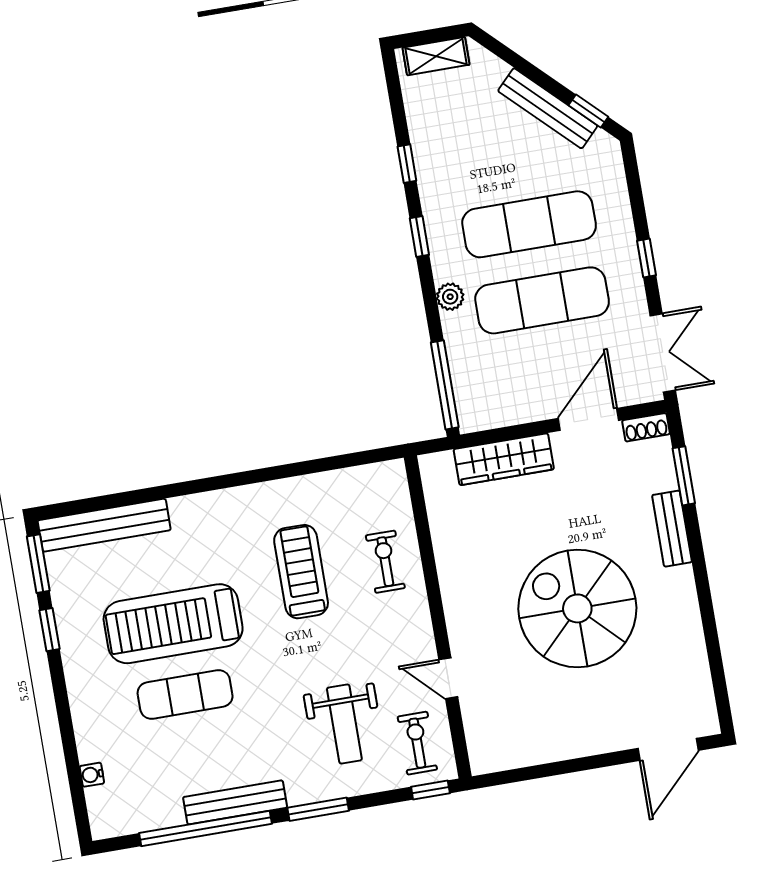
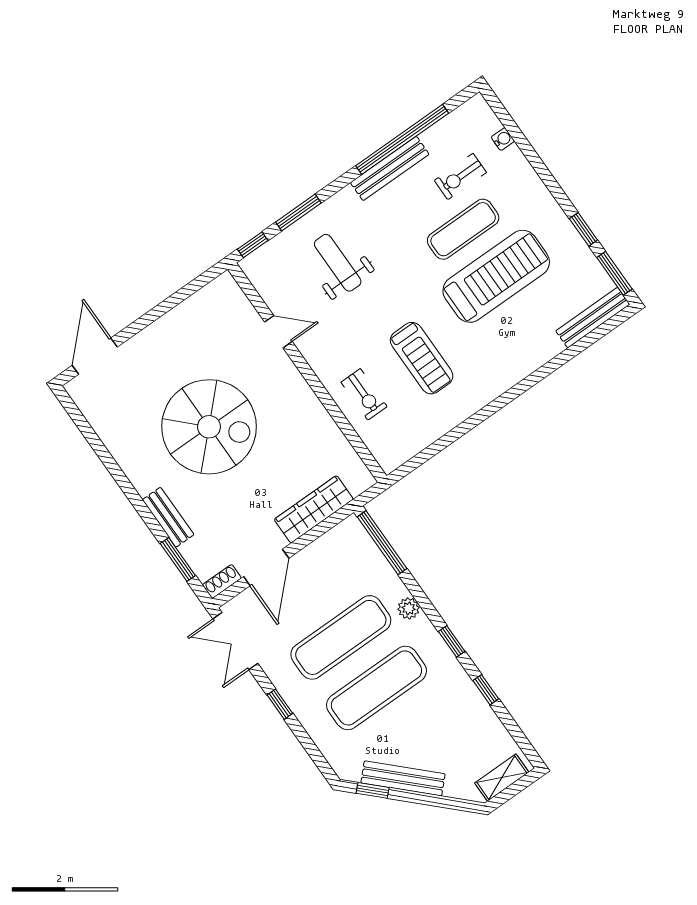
bench: (104, 525) -> (593, 318), width x0.73, depth x0.82
exercise bike: (417, 743) -> (460, 176), moved, turned 90
window: (318, 809) -> (298, 213), moved

